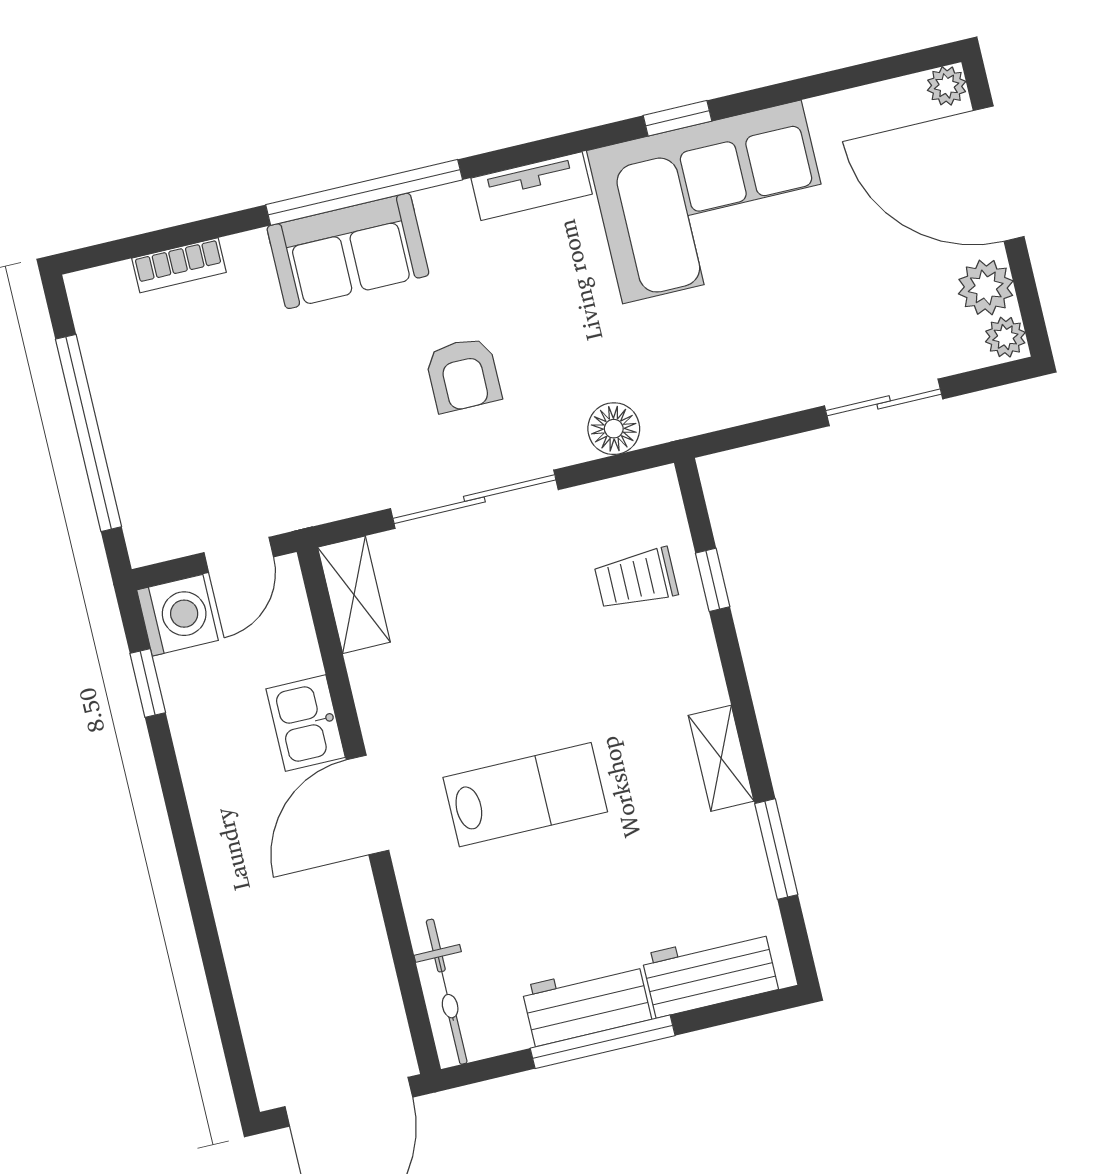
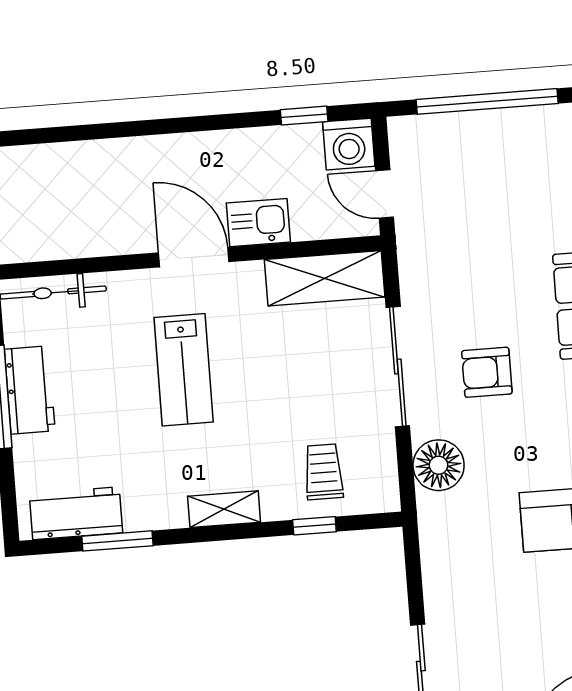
floor lamp: (614, 429) -> (439, 465), width x1.38, depth x1.38
shelving: (354, 595) -> (325, 278), width x1.50, depth x1.33
shelving: (721, 758) -> (224, 509), moved
workbench: (710, 972) -> (76, 513), moved, turned -90

